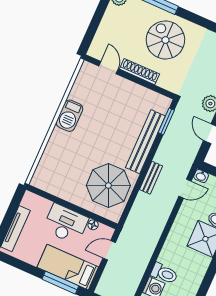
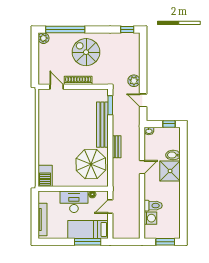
barbecue: (69, 116) -> (45, 176), moved
door: (185, 189) -> (142, 167), moved

